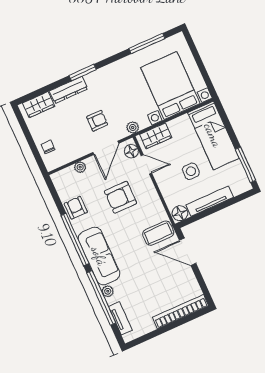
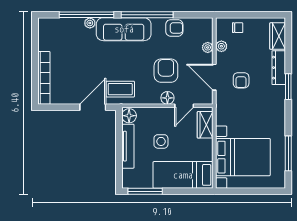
plant: (133, 127) -> (221, 46), moved
floor lamp: (131, 151) -> (167, 98), moved
coffee table: (158, 233) -> (120, 89), turned 90
tv unit: (120, 318) -> (62, 23), removed

